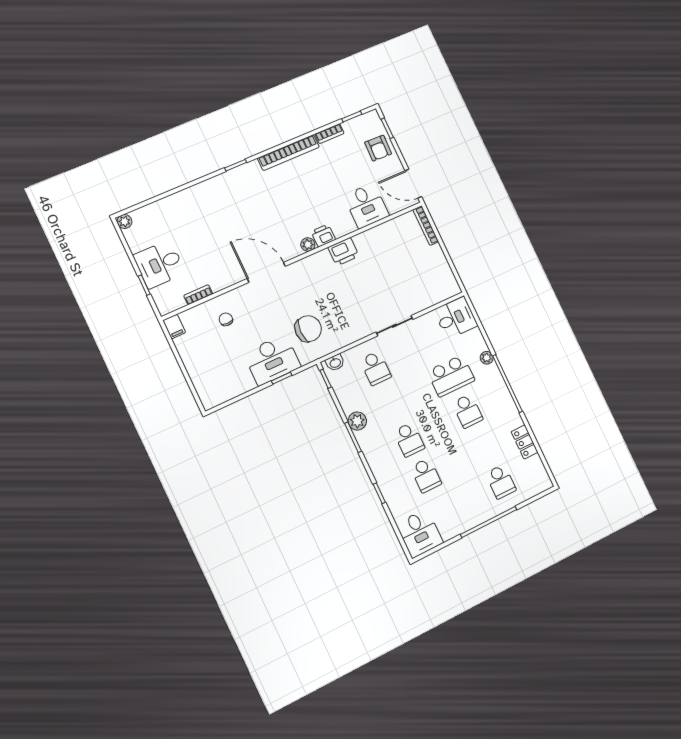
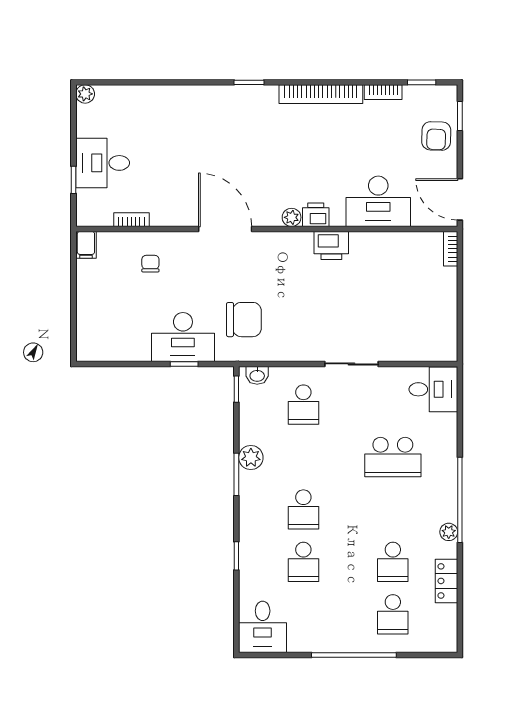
desk: (366, 206) -> (378, 201), width x1.37
bookcase: (426, 226) -> (451, 249), width x0.64
plant: (487, 358) -> (449, 532), moved
school desk: (468, 411) -> (393, 562), moved

